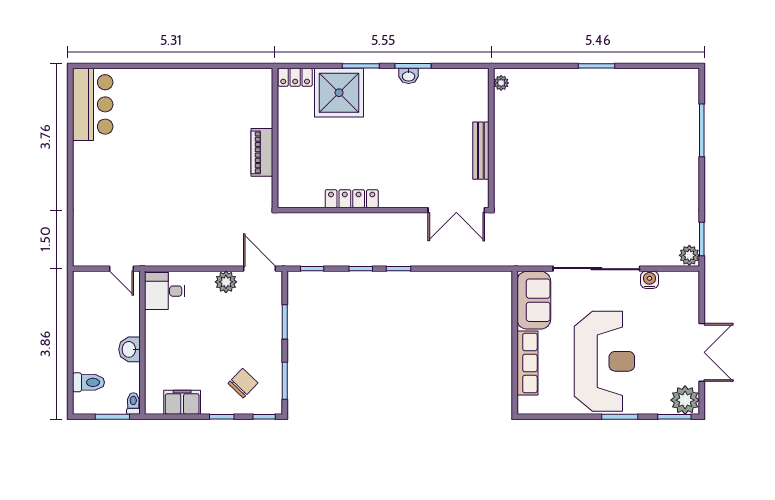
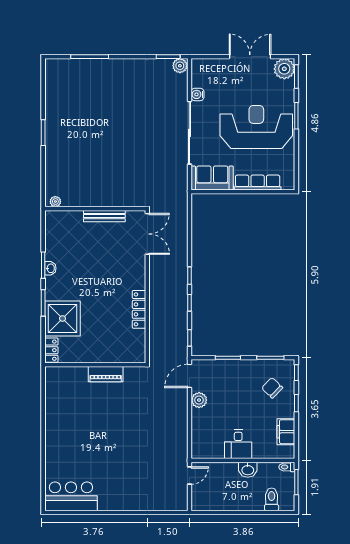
desk: (165, 291) -> (238, 444), moved

